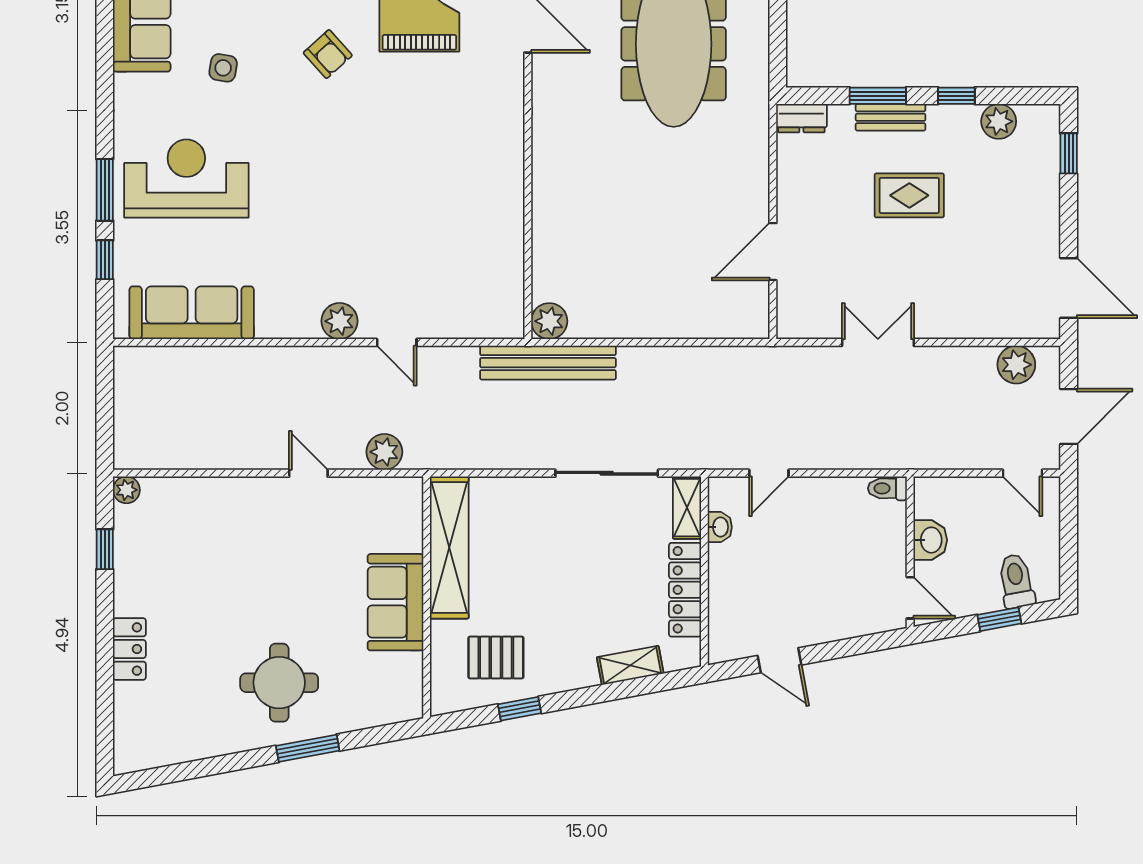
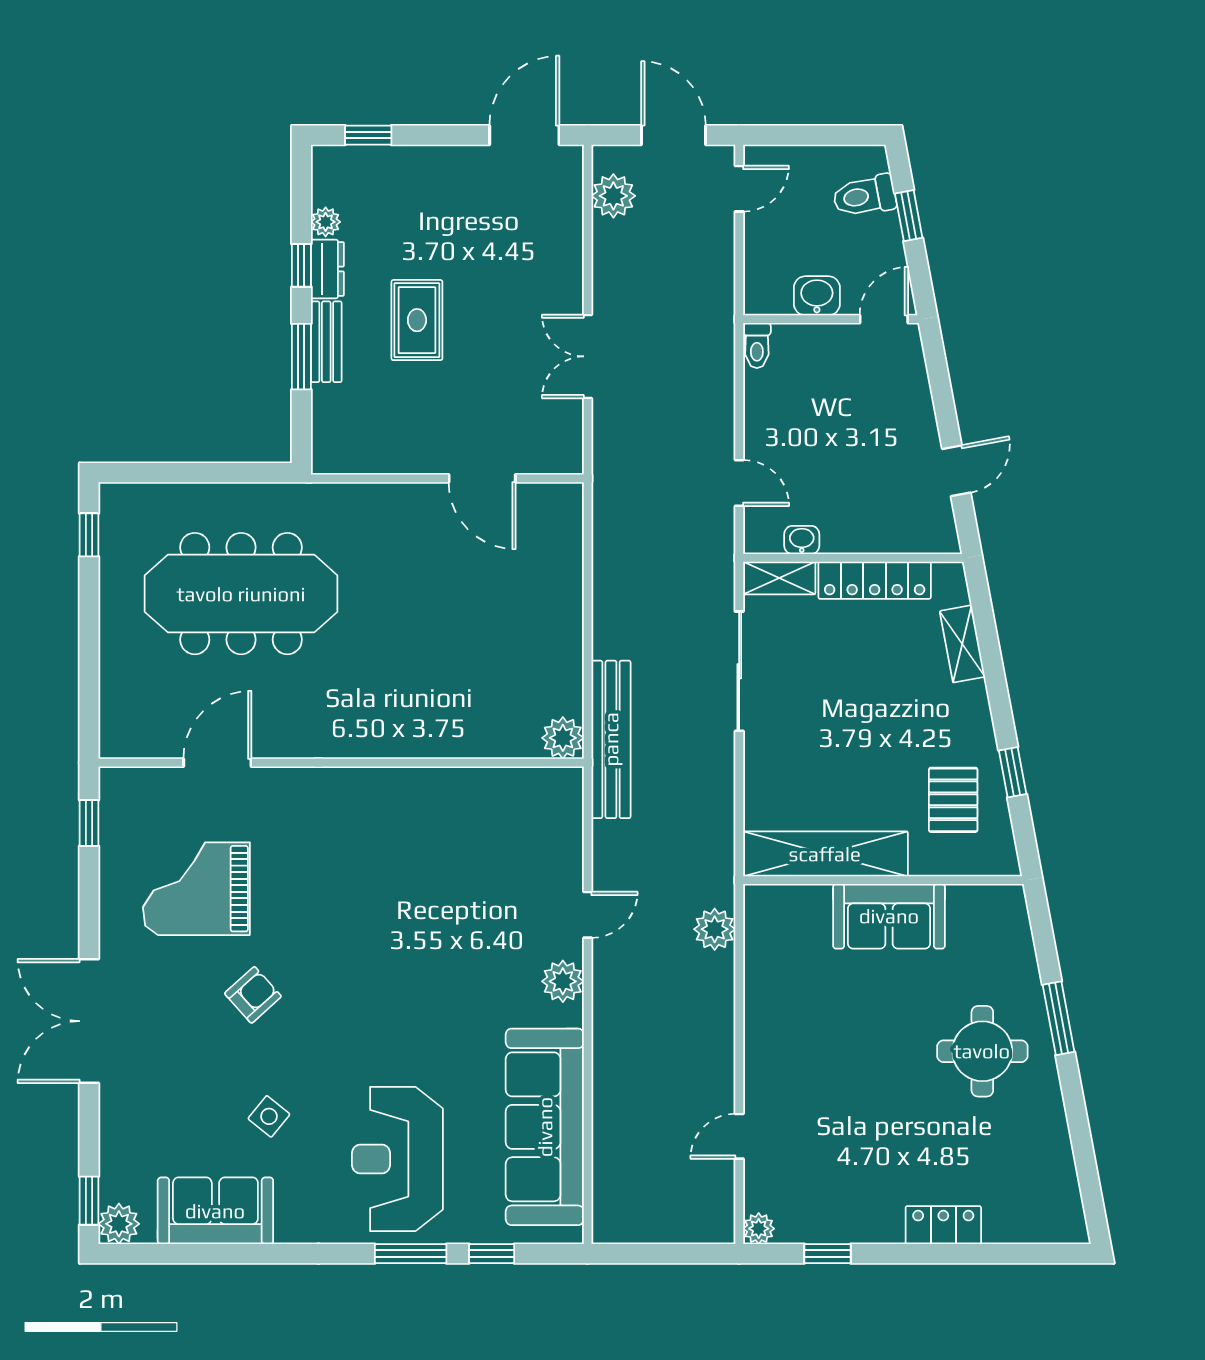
side table: (223, 68) -> (269, 1116), turned 30
dresser: (801, 118) -> (327, 269), moved
plant: (999, 121) -> (326, 222), width x0.73, depth x0.73
sofa: (192, 313) -> (545, 1127), width x1.36, depth x1.27
door: (308, 473) -> (739, 1136), moved

